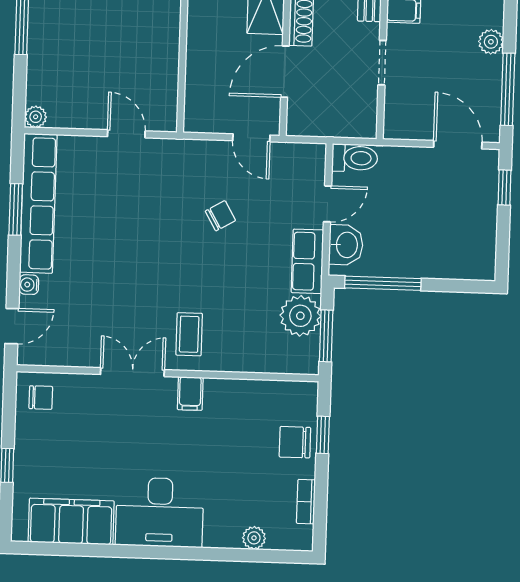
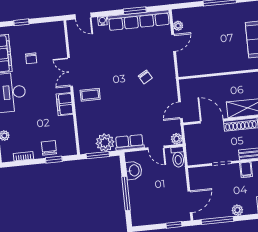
plant: (36, 117) -> (178, 26), moved
door: (126, 134) -> (174, 43), moved
plant: (314, 155) -> (177, 139), added
chair: (220, 216) -> (145, 77), moved
washbasin: (346, 245) -> (134, 170), moved, turned -90
window: (383, 283) -> (126, 193), moved
double door: (132, 372) -> (70, 72), swing flipped
filing cabinet: (190, 393) -> (65, 104), width x2.00
chair: (41, 398) -> (31, 58), moved

